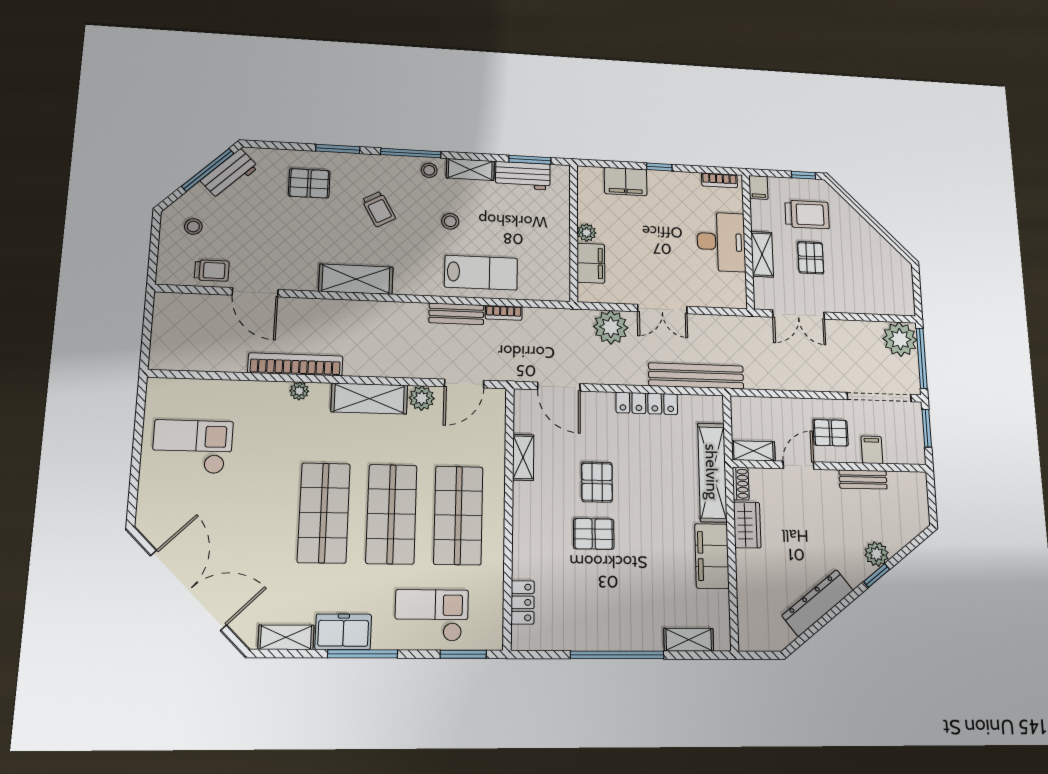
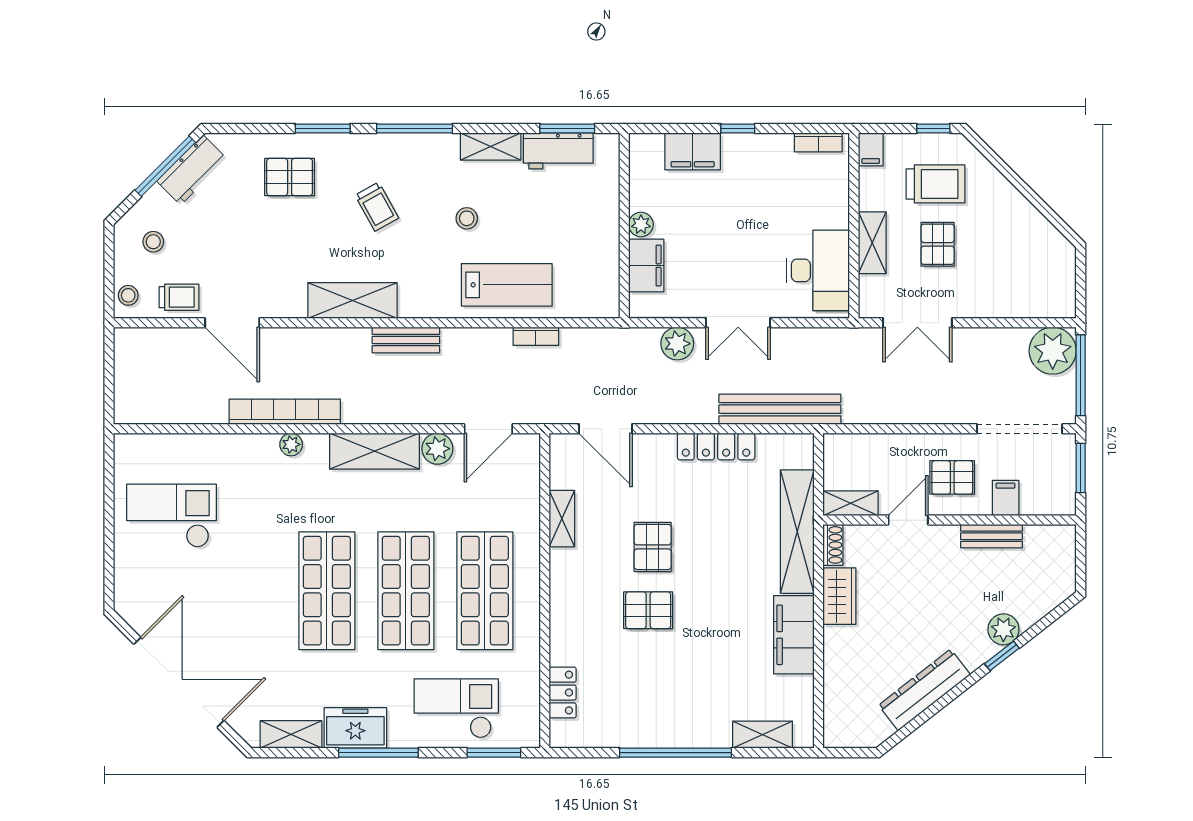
stool: (429, 170) -> (128, 295), moved
desk: (721, 242) -> (818, 270), moved
bench: (456, 314) -> (406, 340), moved
plant: (611, 327) -> (677, 344), width x0.73, depth x0.73

